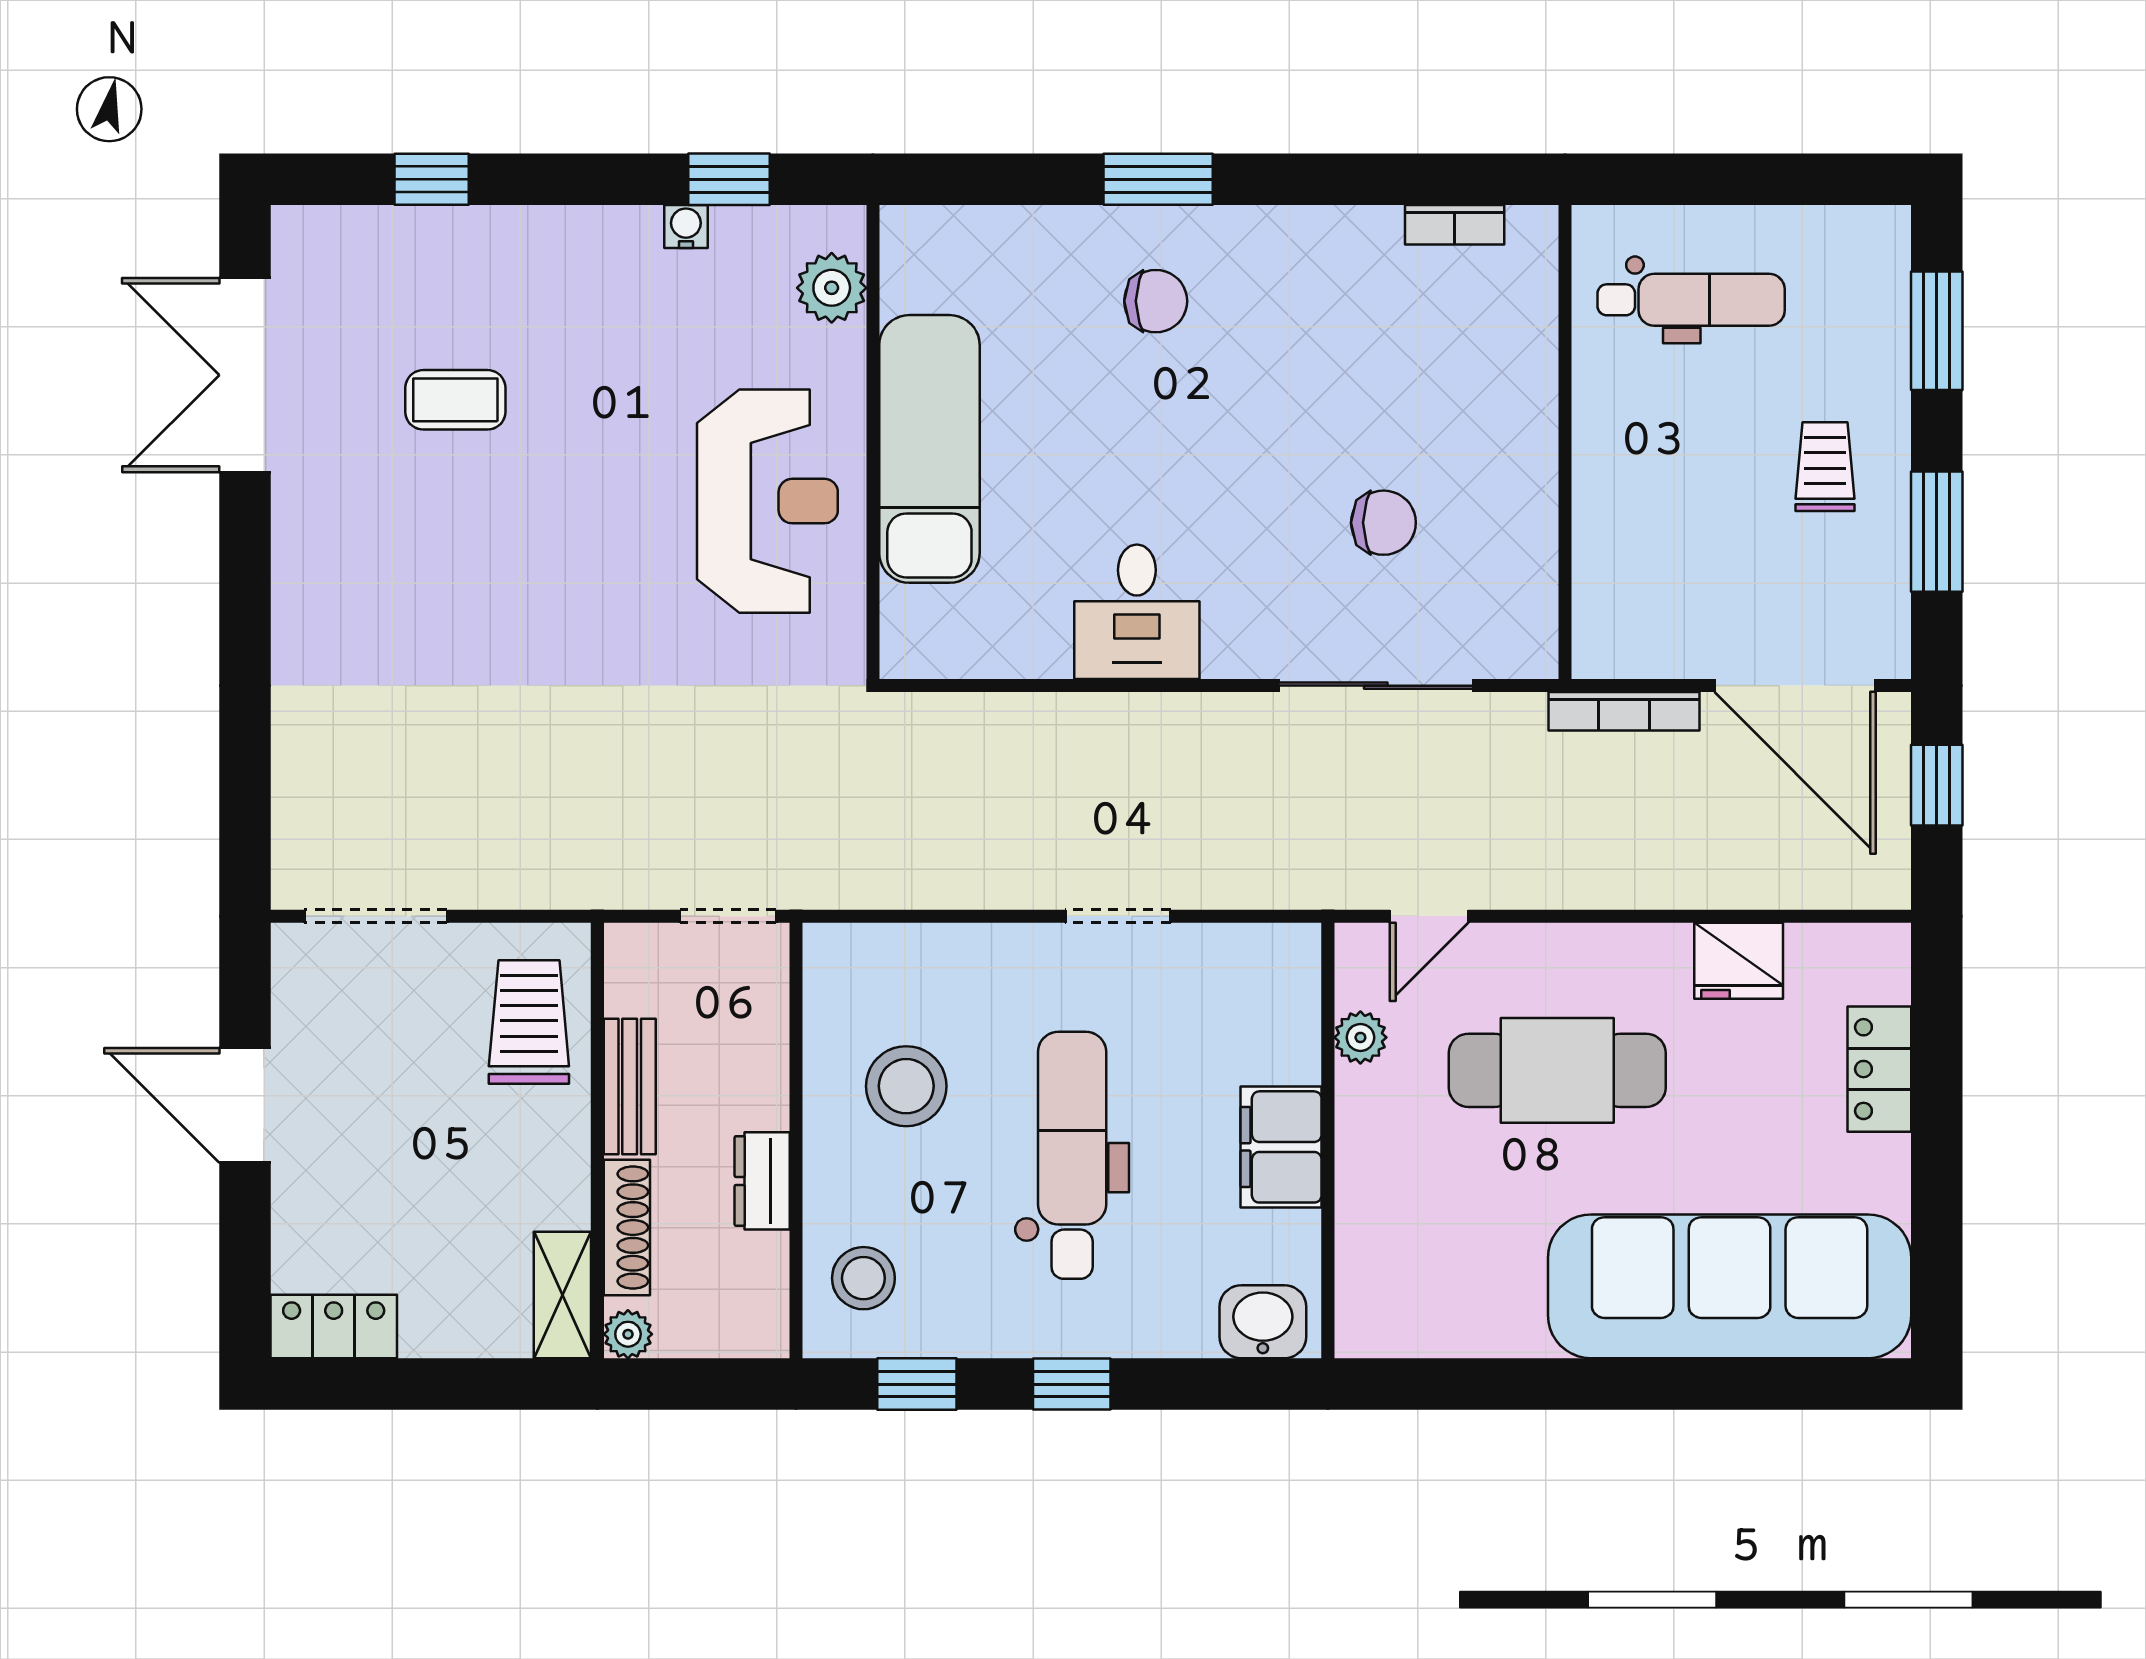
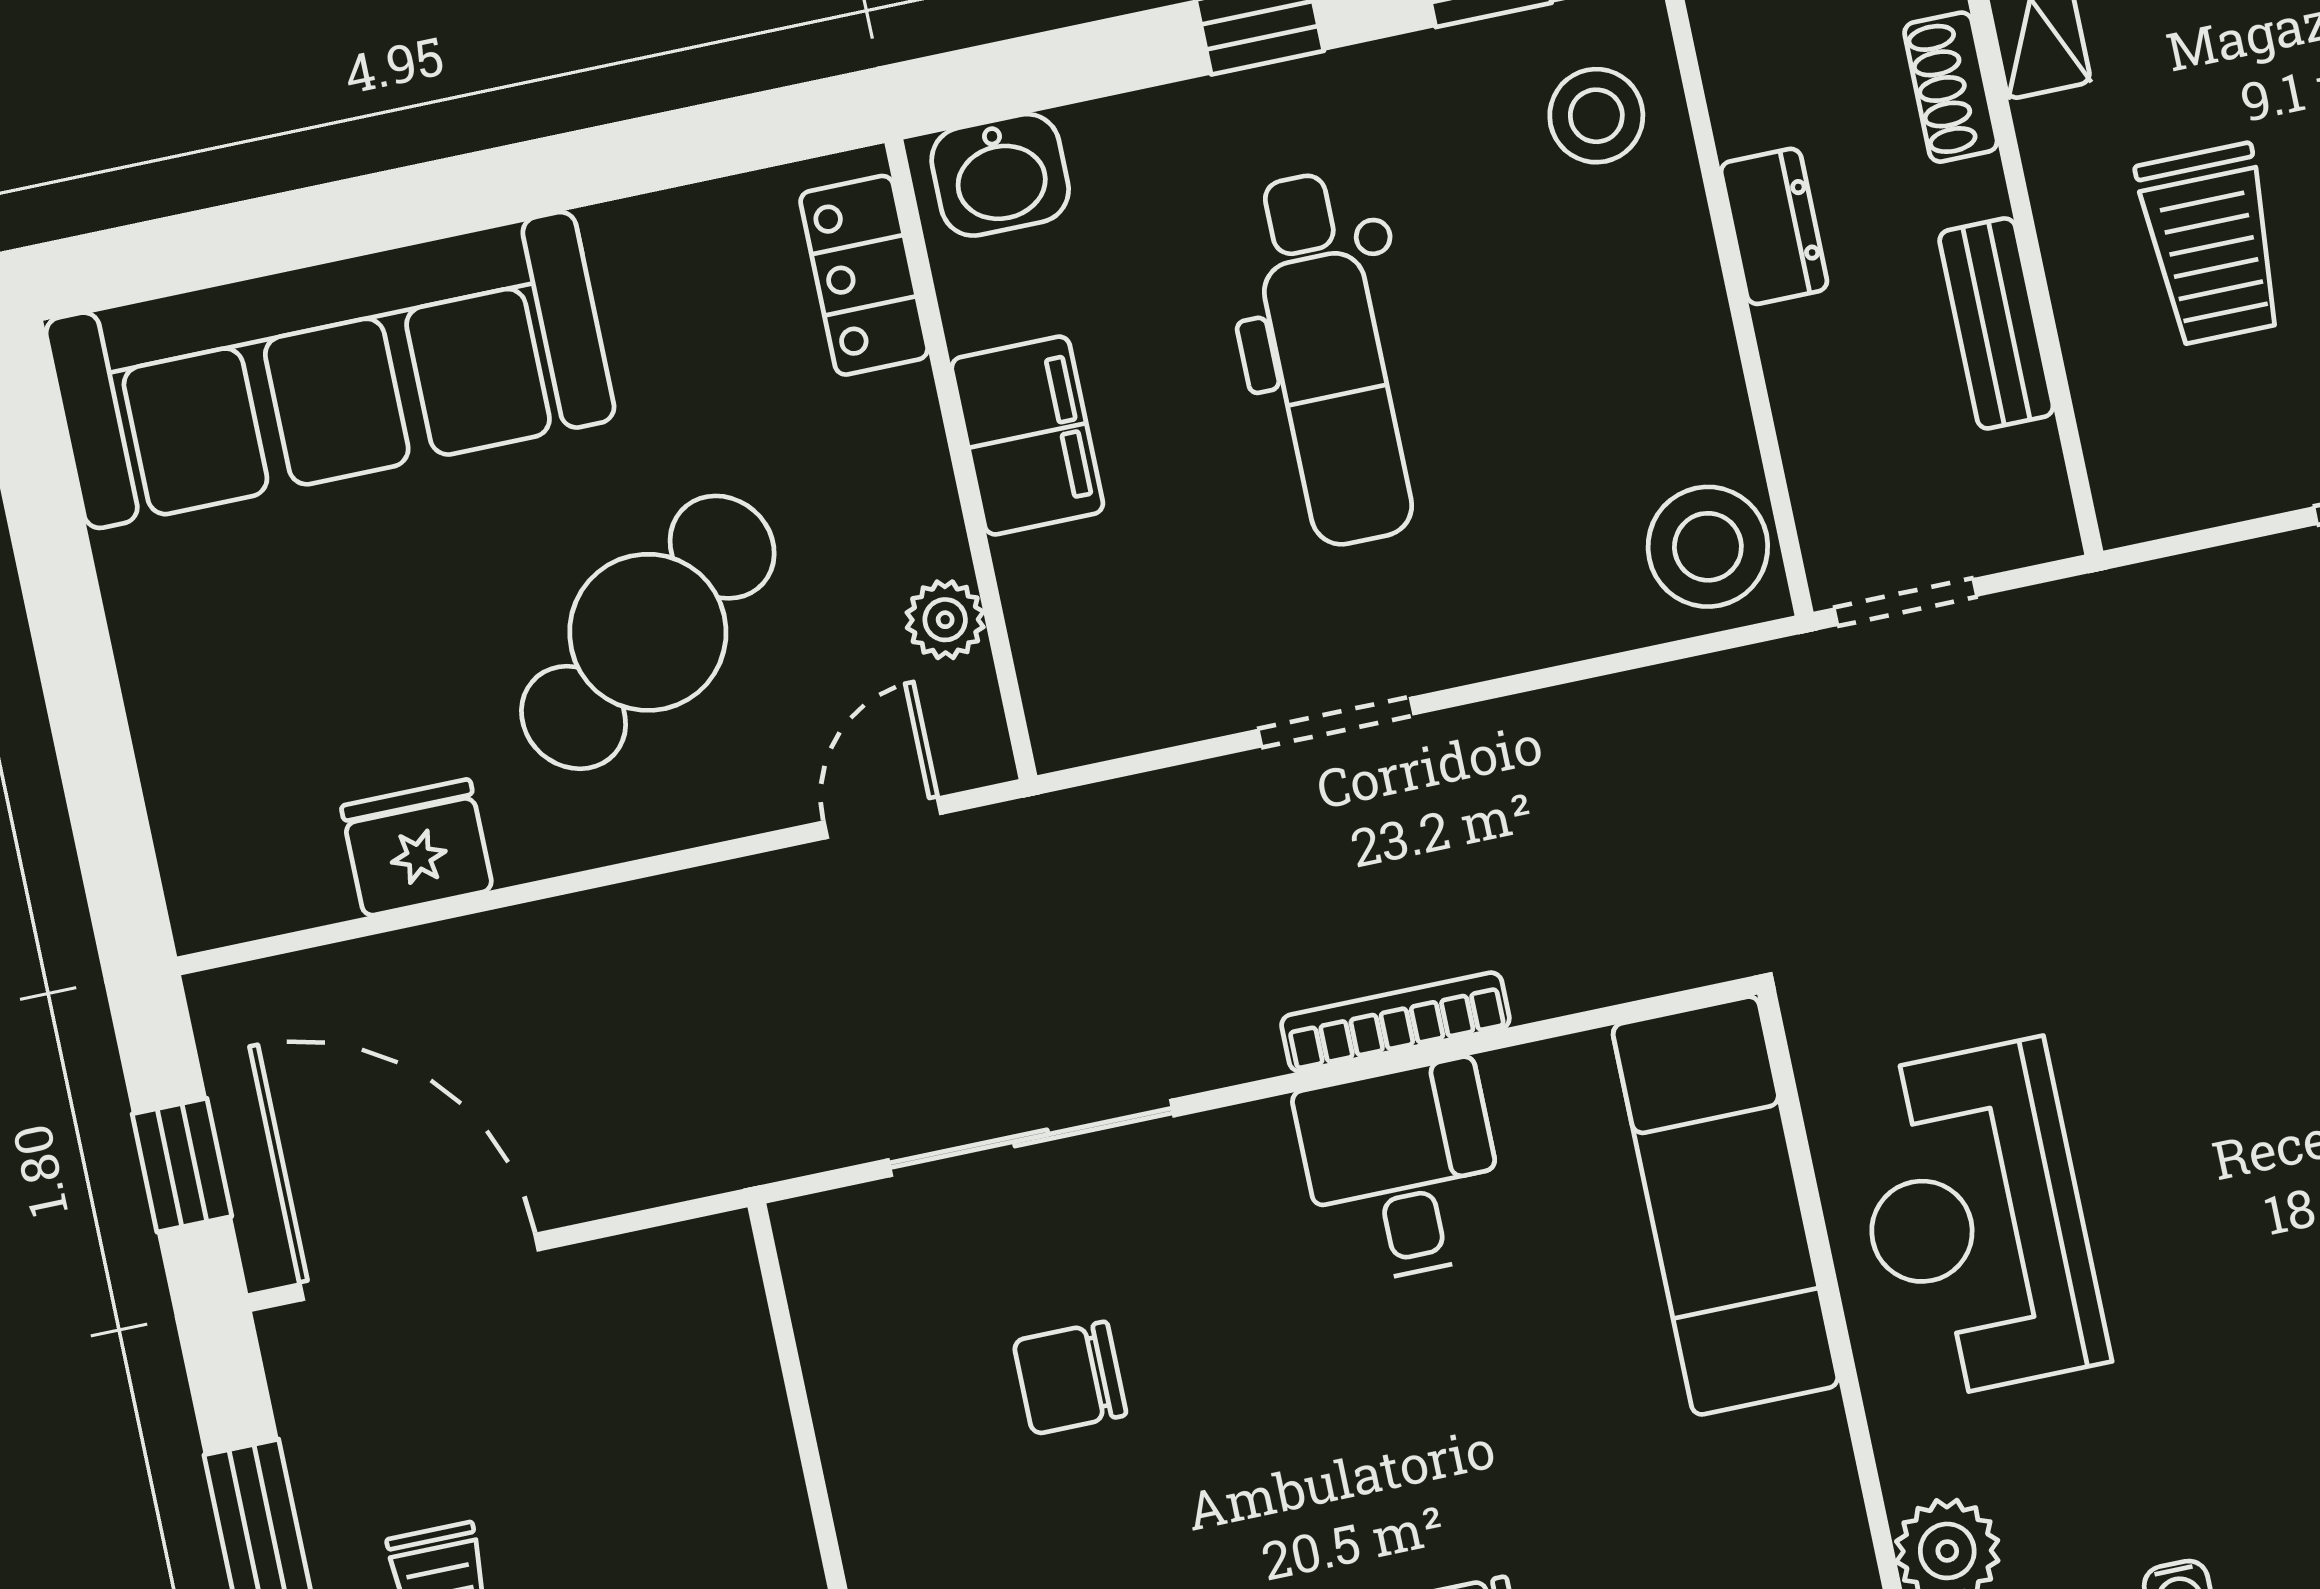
exam couch: (929, 449) -> (1725, 1206), moved
bookcase: (1624, 711) -> (1395, 1022), moved
trolley: (529, 1022) -> (2211, 244), moved
locker: (1879, 1069) -> (864, 275), moved, turned 180
cafe table: (1557, 1070) -> (648, 632), turned -37
stool: (906, 1086) -> (1708, 547), moved
shoe rack: (627, 1228) -> (1951, 87), width x0.70

